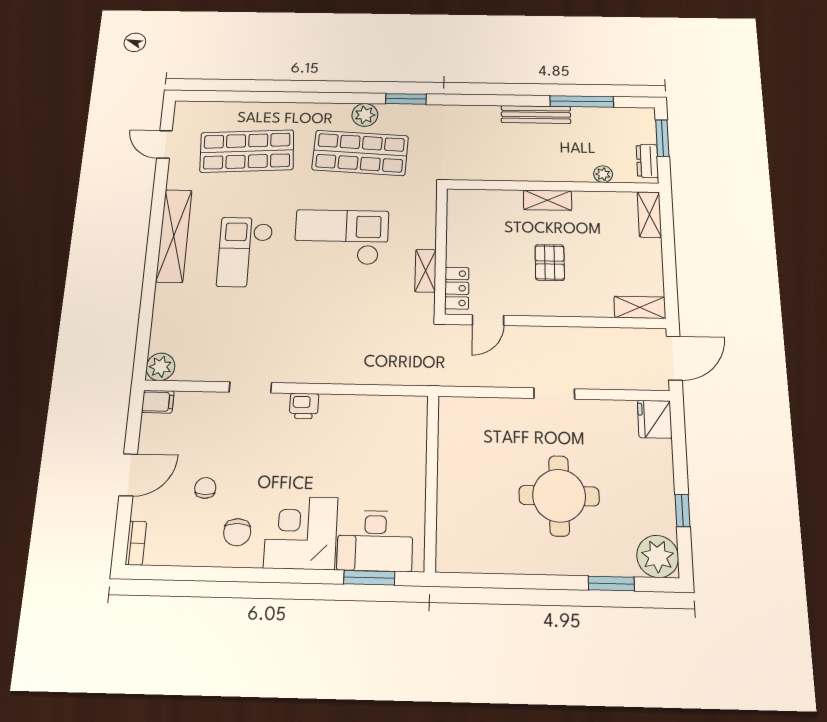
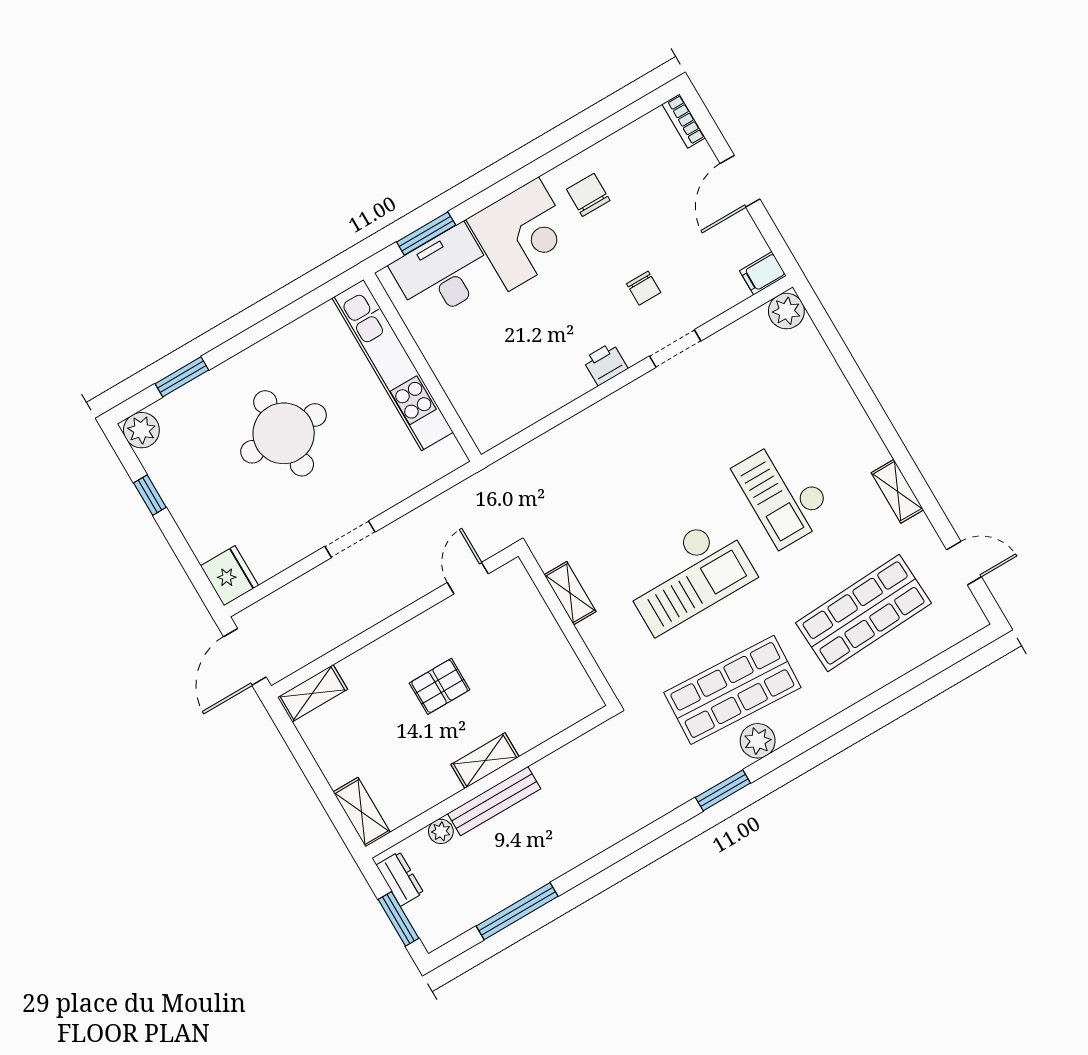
bench: (536, 115) -> (494, 801), moved
shelving: (174, 236) -> (897, 491), width x0.45, depth x0.75
checkout: (245, 252) -> (783, 493), turned 180
pallet: (550, 263) -> (440, 686), turned 90
locker: (457, 288) -> (524, 594), removed
chair: (205, 488) -> (644, 288), moved
kitchen unit: (452, 496) -> (393, 365), added
plant: (658, 556) -> (141, 430), width x0.73, depth x0.73

